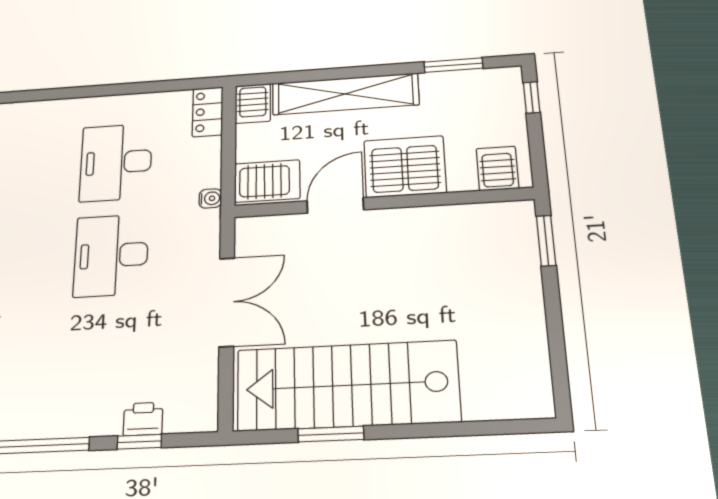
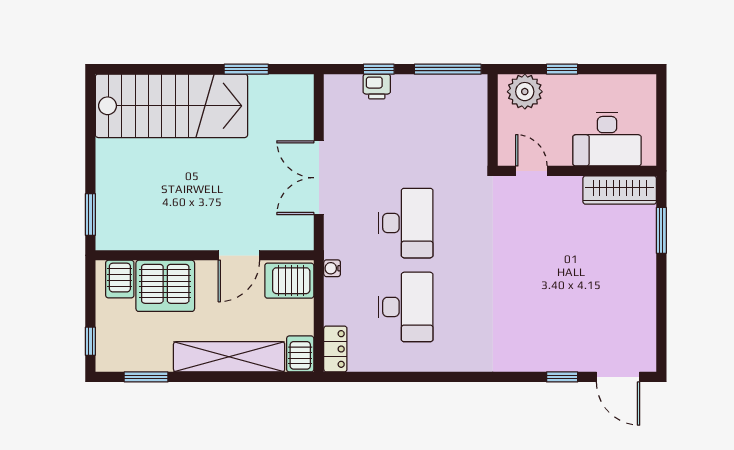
server rack: (405, 167) -> (165, 286), moved
stairs: (347, 385) -> (171, 106), moved

